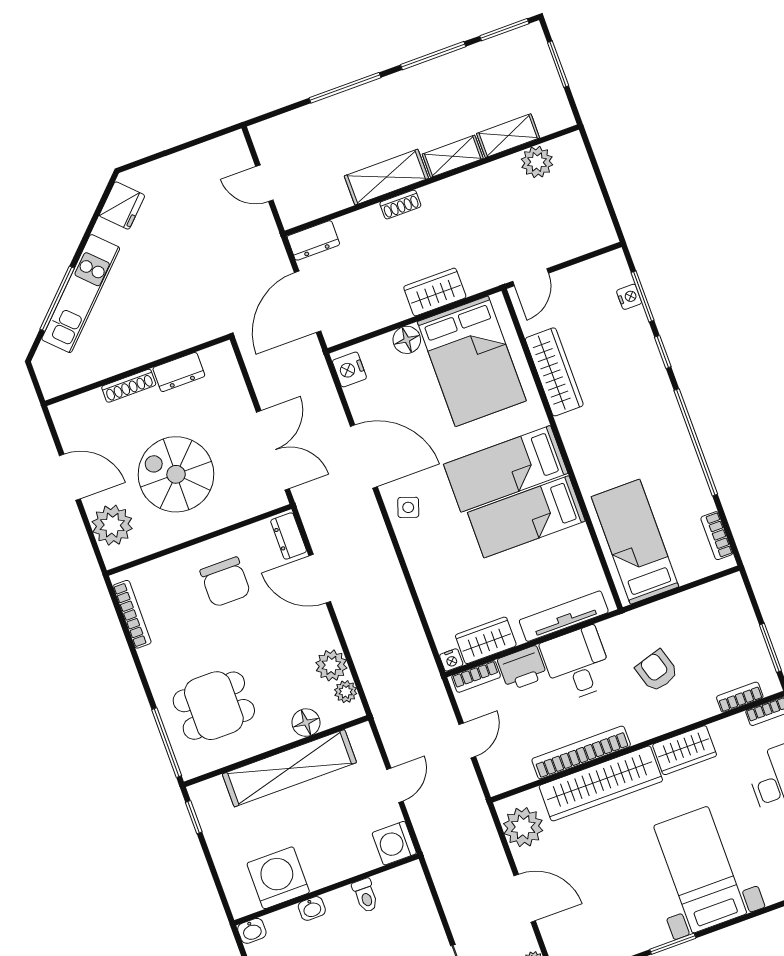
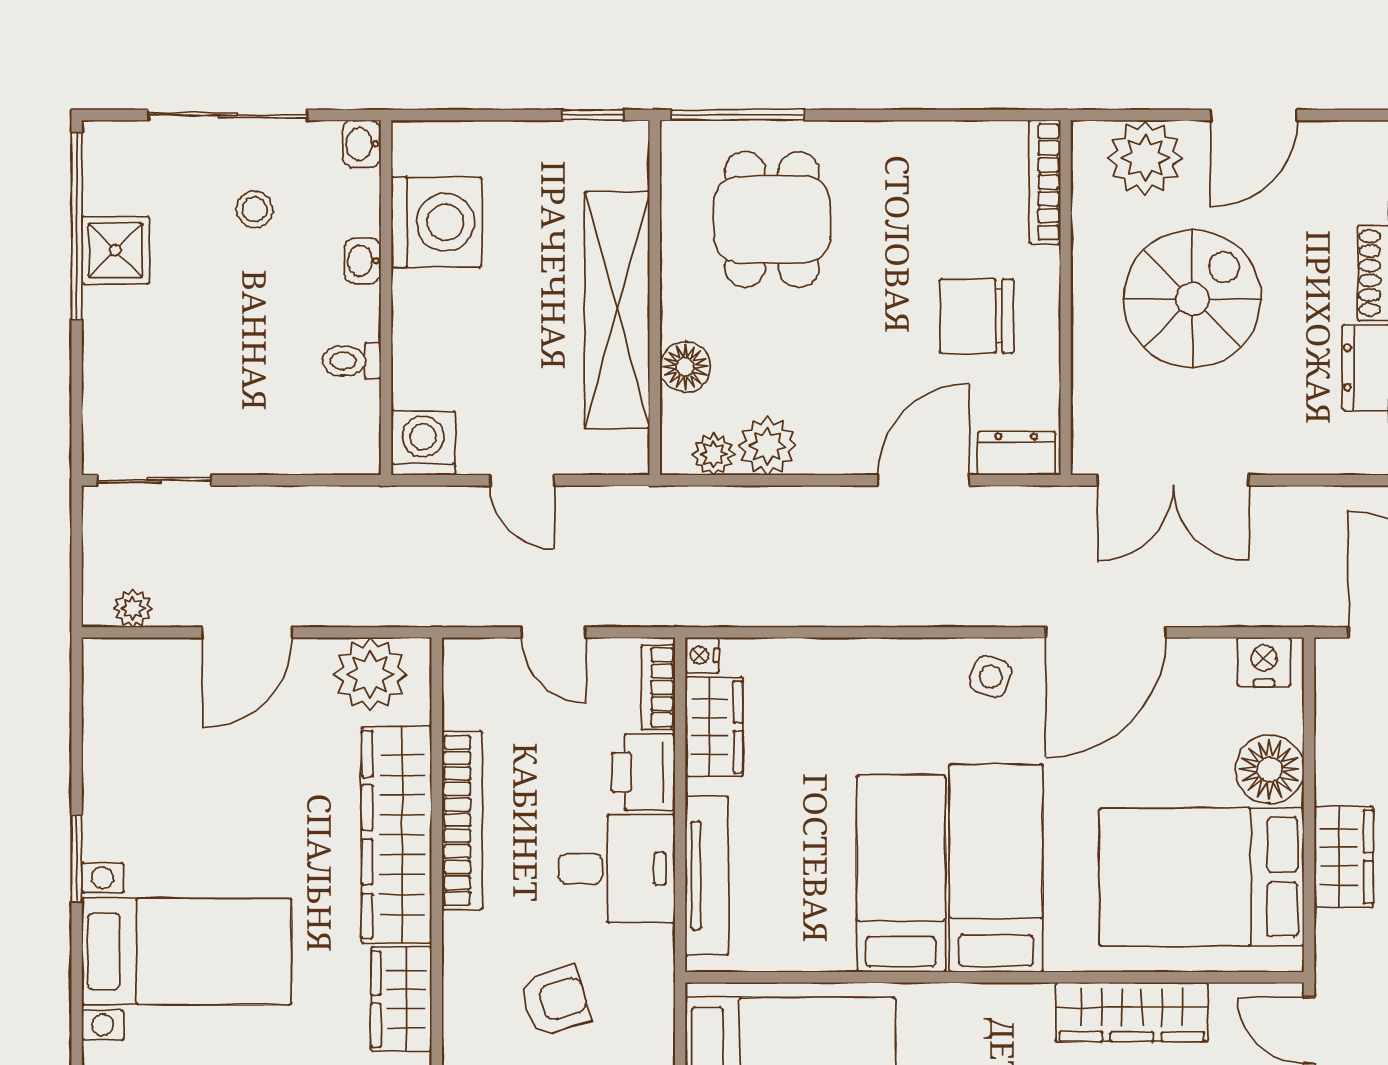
floor lamp: (407, 340) -> (1270, 769), width x1.38, depth x1.38
bookcase: (132, 614) -> (1045, 182), moved, turned 90

